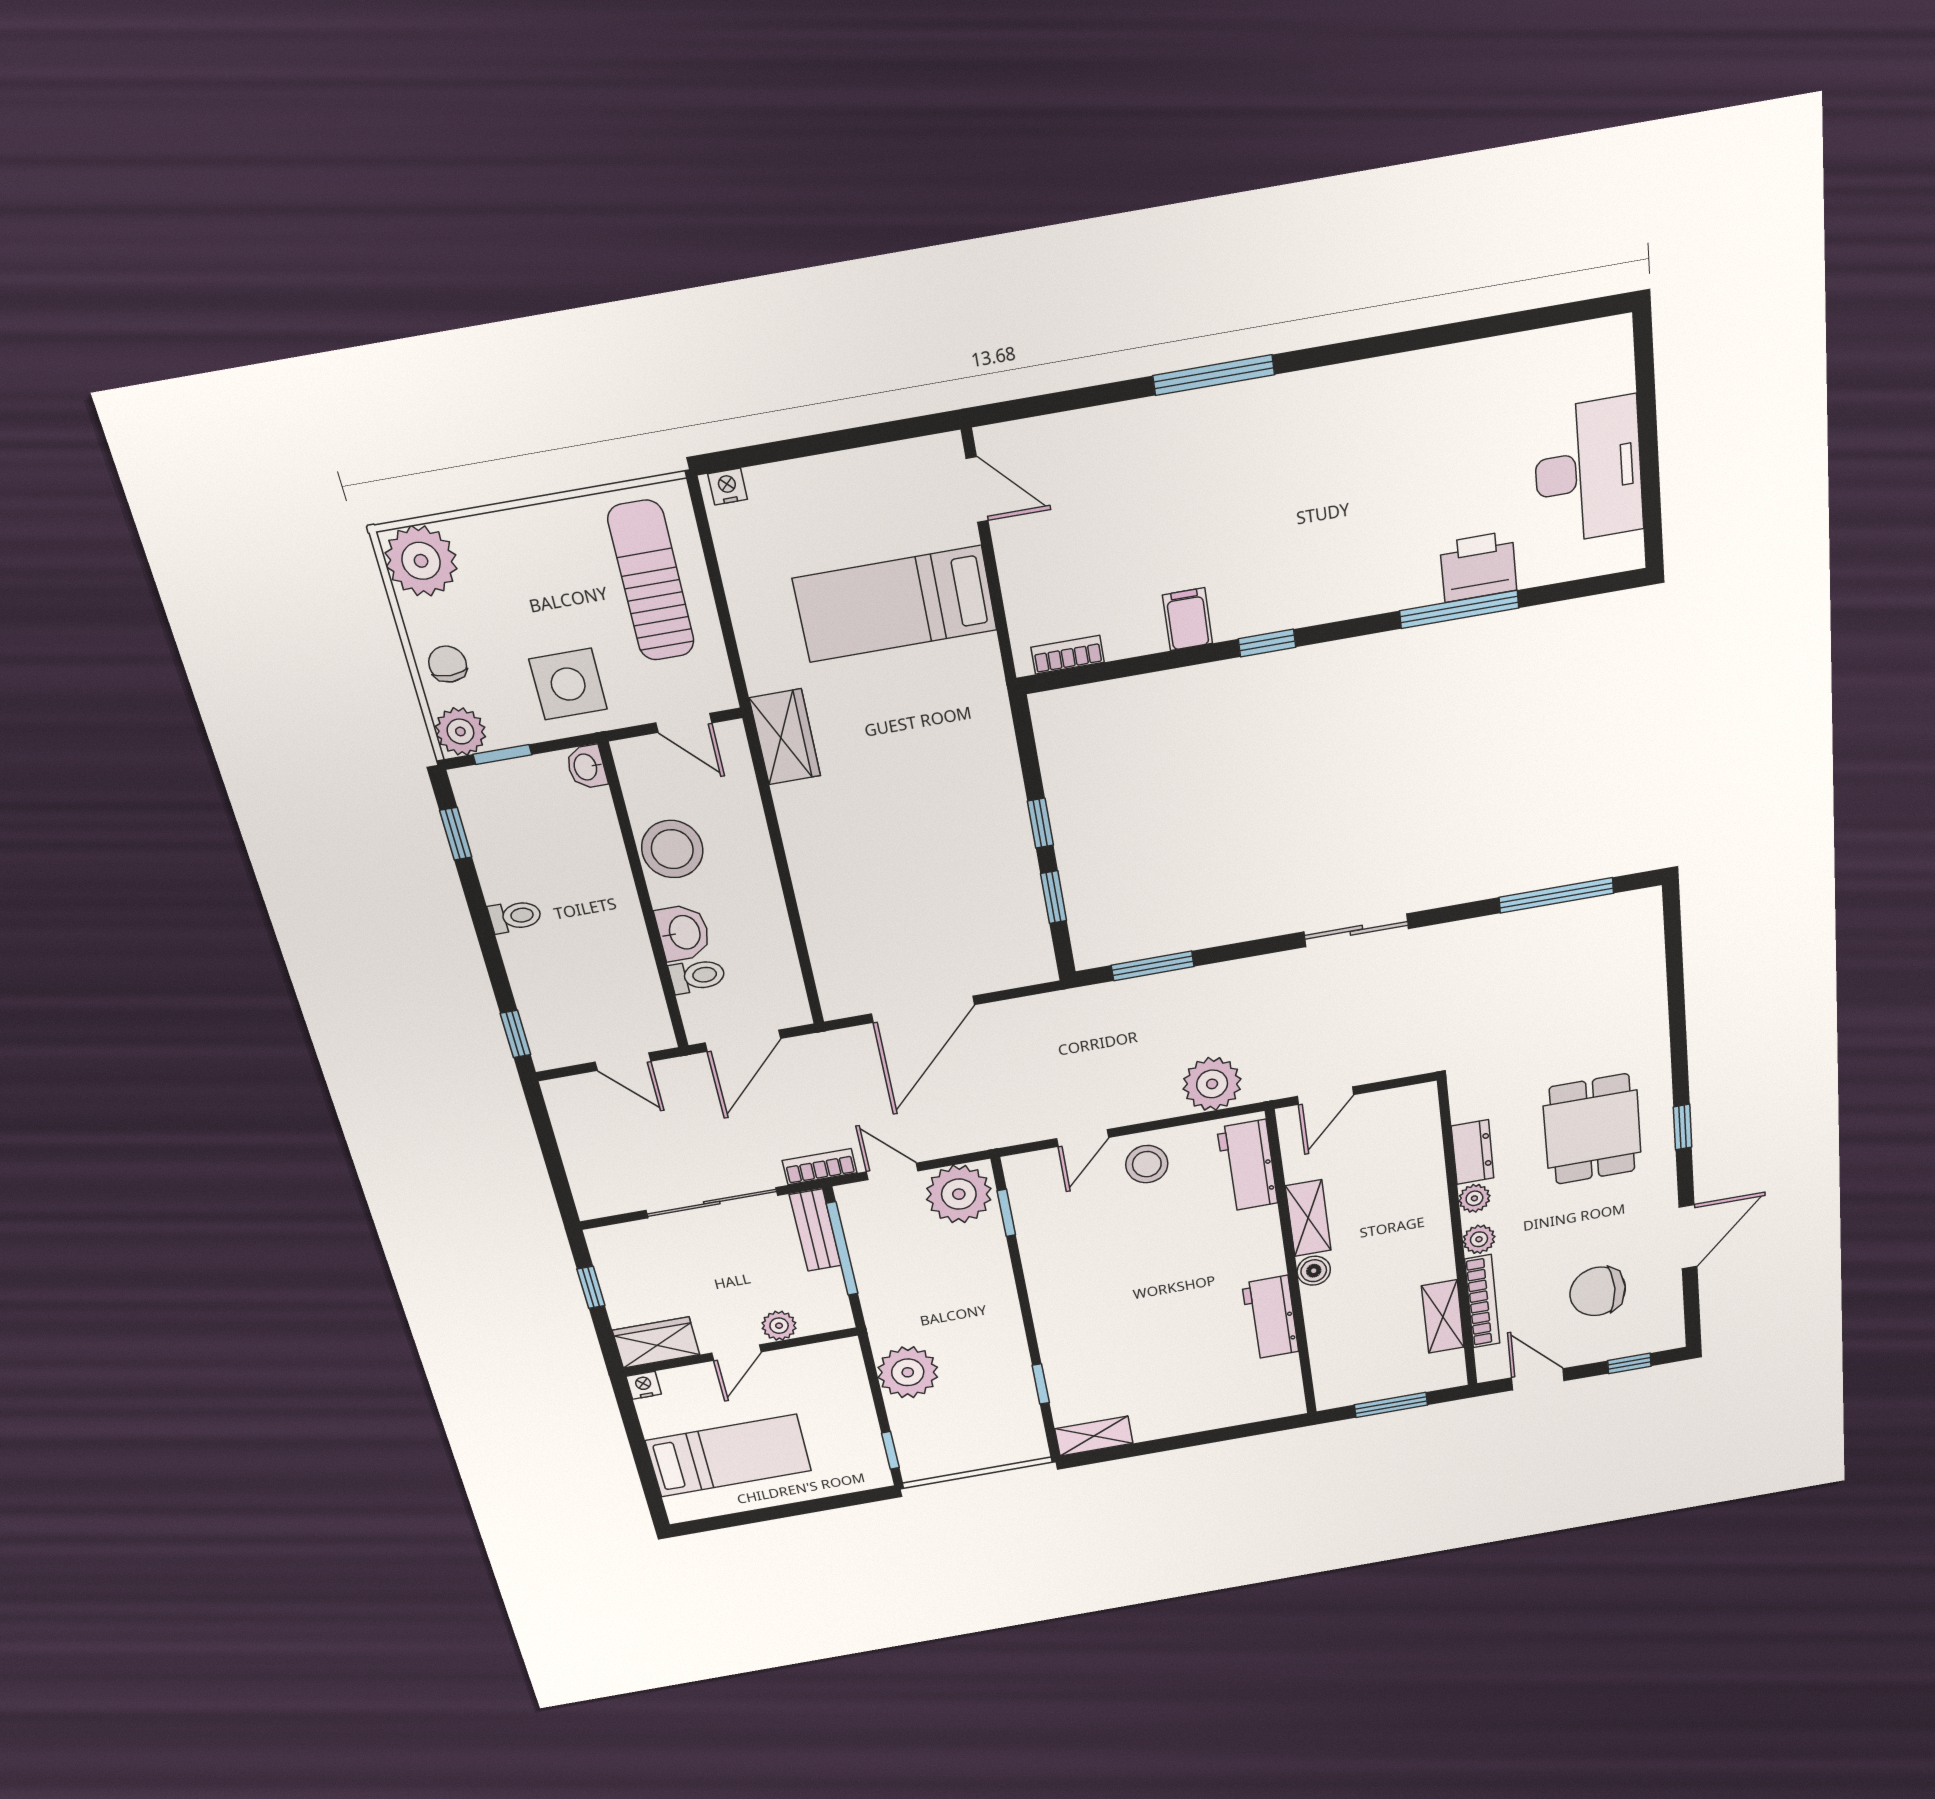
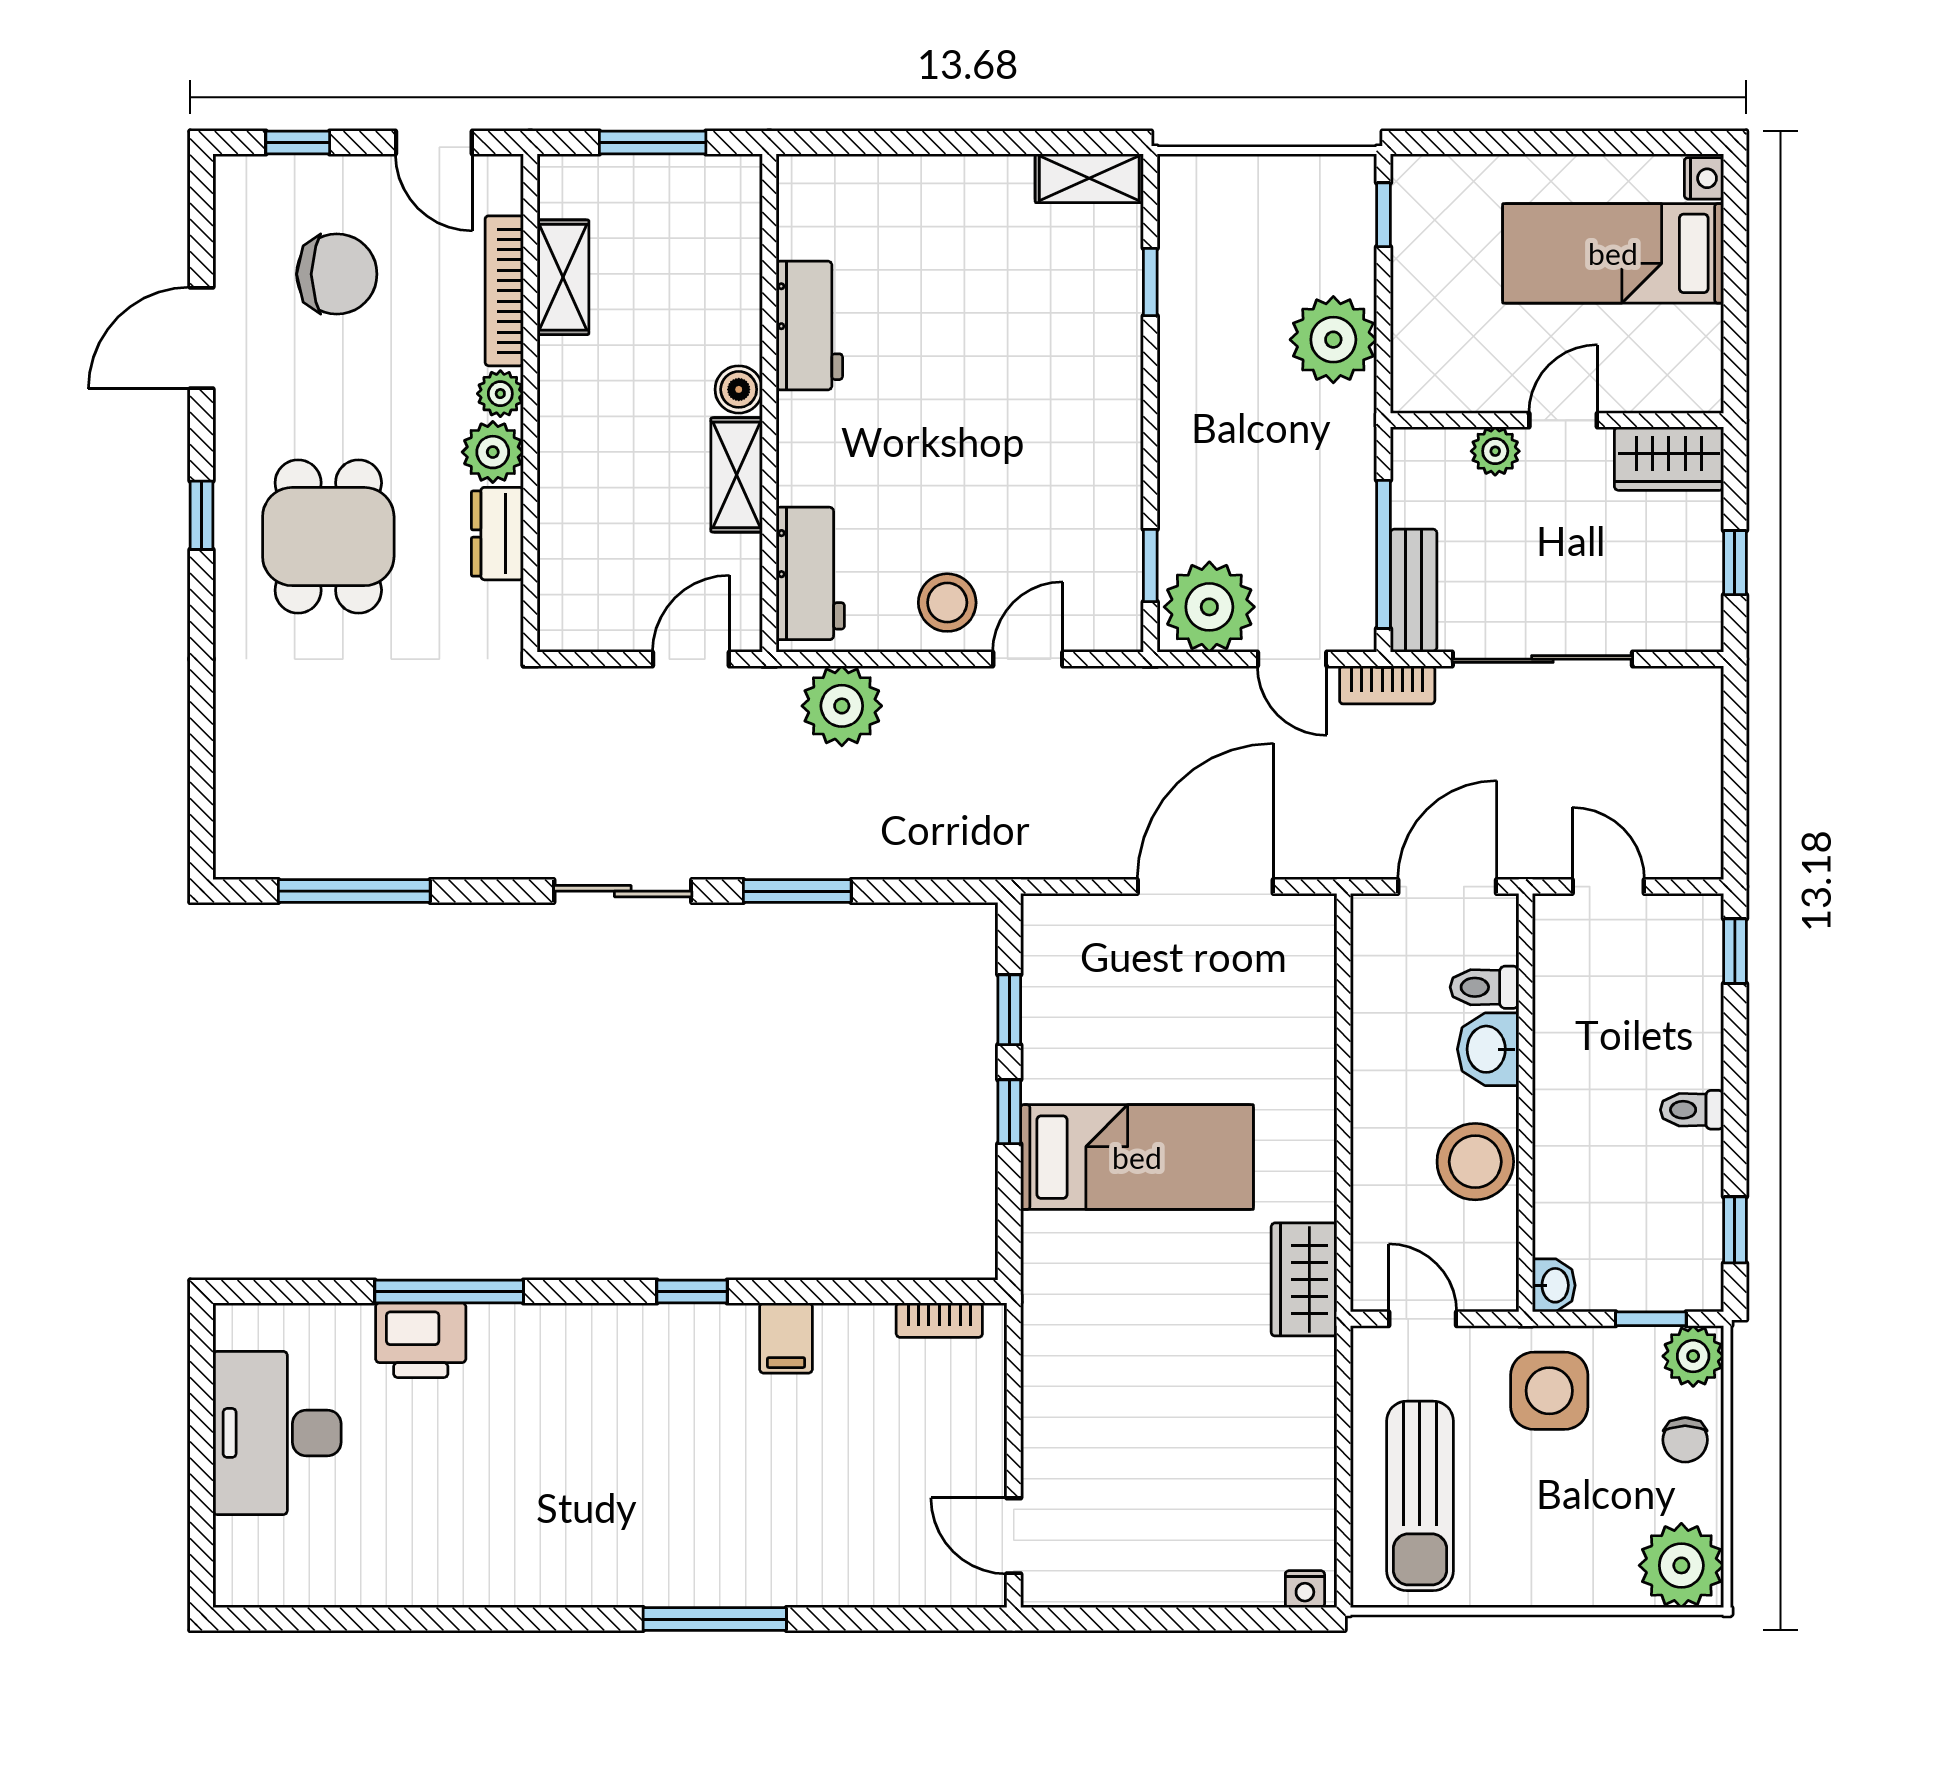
bed: (895, 604) -> (1137, 1157), moved
window: (1153, 966) -> (797, 891), moved
plant: (1474, 1198) -> (493, 452), width x1.38, depth x1.38
nightstand: (644, 1385) -> (1704, 178), moved, turned -90

